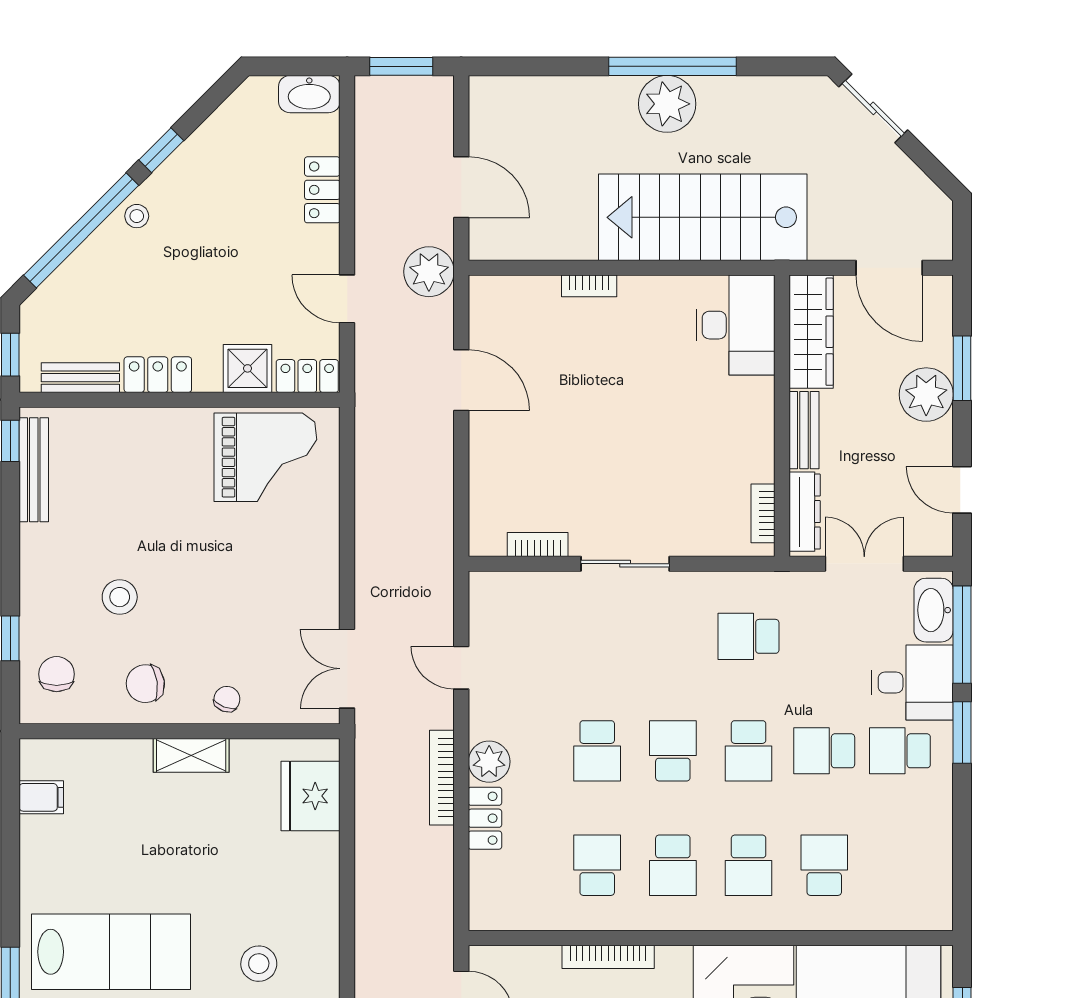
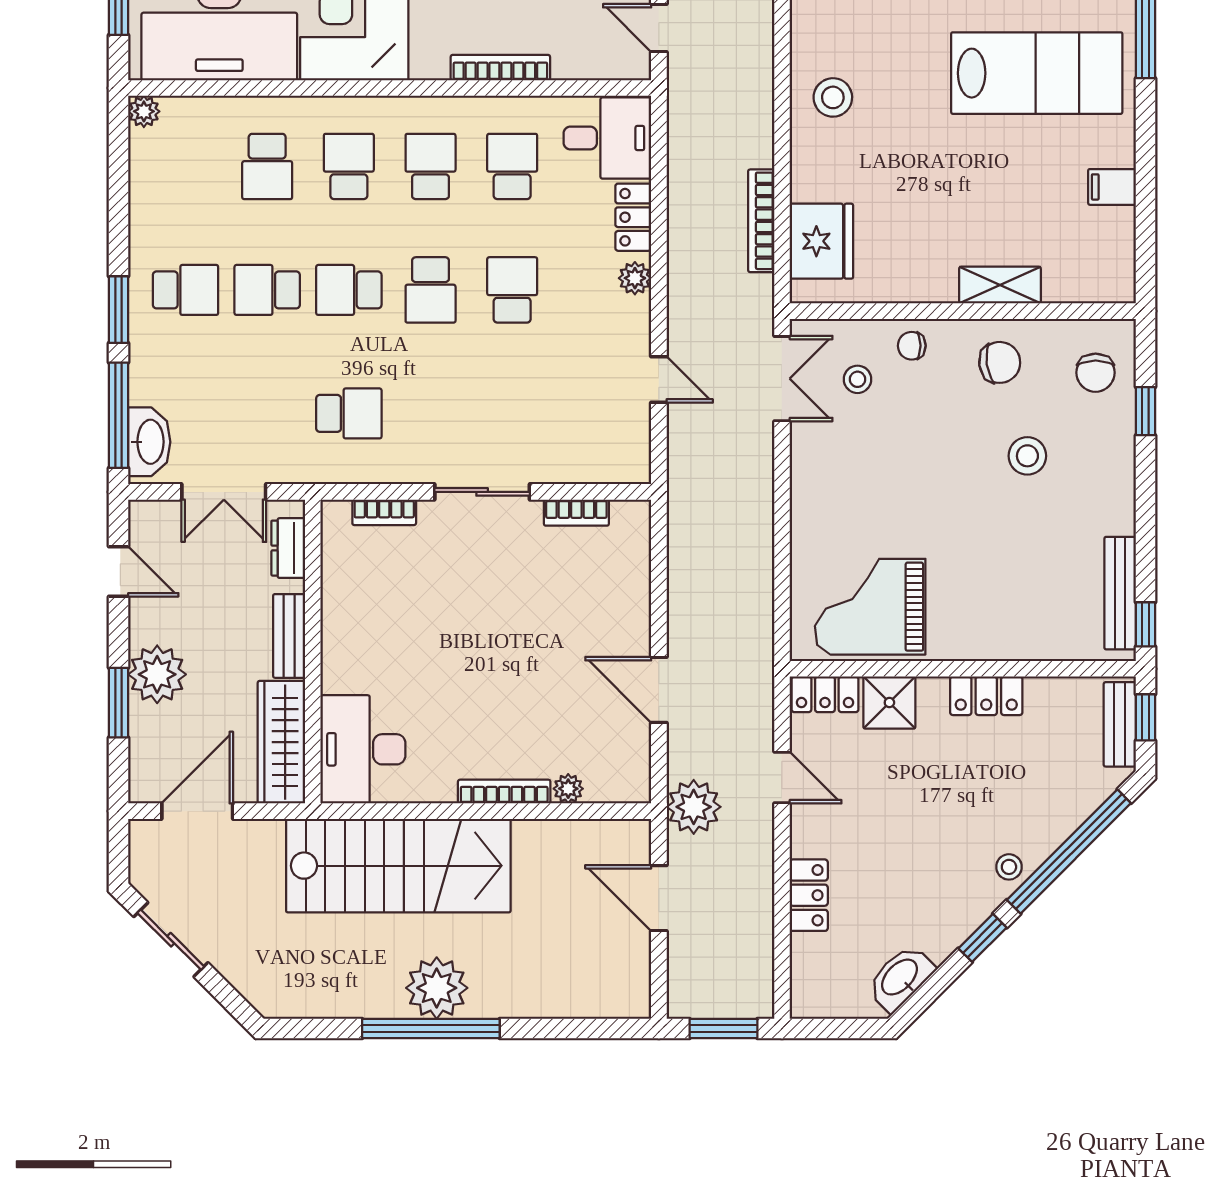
washbasin: (309, 94) -> (900, 978), moved, turned -45
sliding door: (873, 108) -> (171, 940), moved
door: (889, 268) -> (197, 811), hinge flipped
bookcase: (589, 286) -> (504, 792), width x1.56
plant: (545, 289) -> (568, 789), added
bench: (80, 378) -> (1120, 724), moved, turned 90
dresser: (805, 512) -> (288, 548), width x0.70
bookcase: (763, 513) -> (384, 512), moved, turned 90
stool: (277, 668) -> (858, 379), added
desk: (913, 683) -> (607, 138), moved, turned 180
chair: (227, 699) -> (912, 346), turned 69
school desk: (749, 751) -> (349, 290), turned -90
school desk: (824, 751) -> (267, 290), turned 180
shelving: (191, 755) -> (1000, 285), moved
plant: (489, 762) -> (635, 278), width x0.73, depth x0.73
bookcase: (442, 778) -> (761, 221), moved, turned 180
filing cabinet: (41, 797) -> (1112, 187), moved
school desk: (597, 865) -> (512, 166), turned 180
plant: (939, 916) -> (144, 111), added
lab bench: (111, 952) -> (1037, 73), turned 180
stool: (259, 964) -> (833, 97), moved

